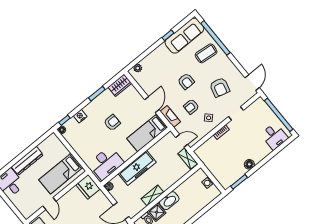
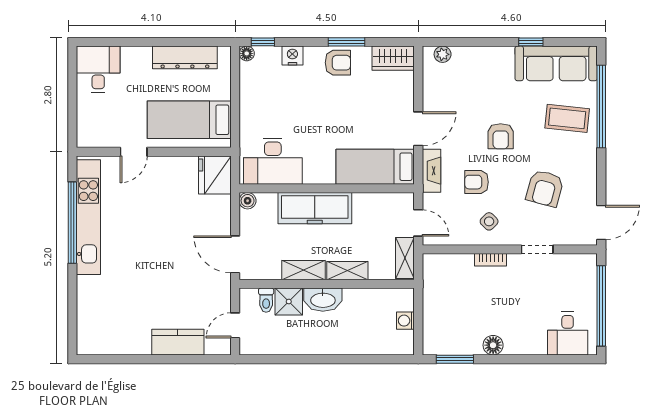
armchair: (112, 123) -> (338, 63), moved
dresser: (27, 161) -> (185, 57), moved
shelving: (169, 182) -> (347, 271), added

